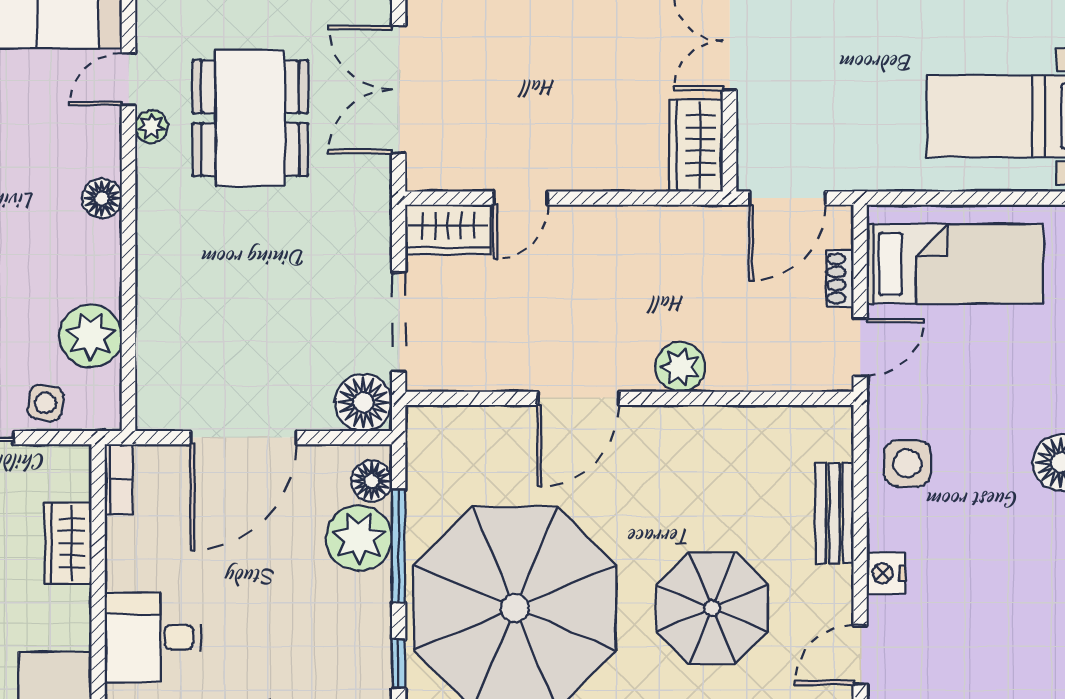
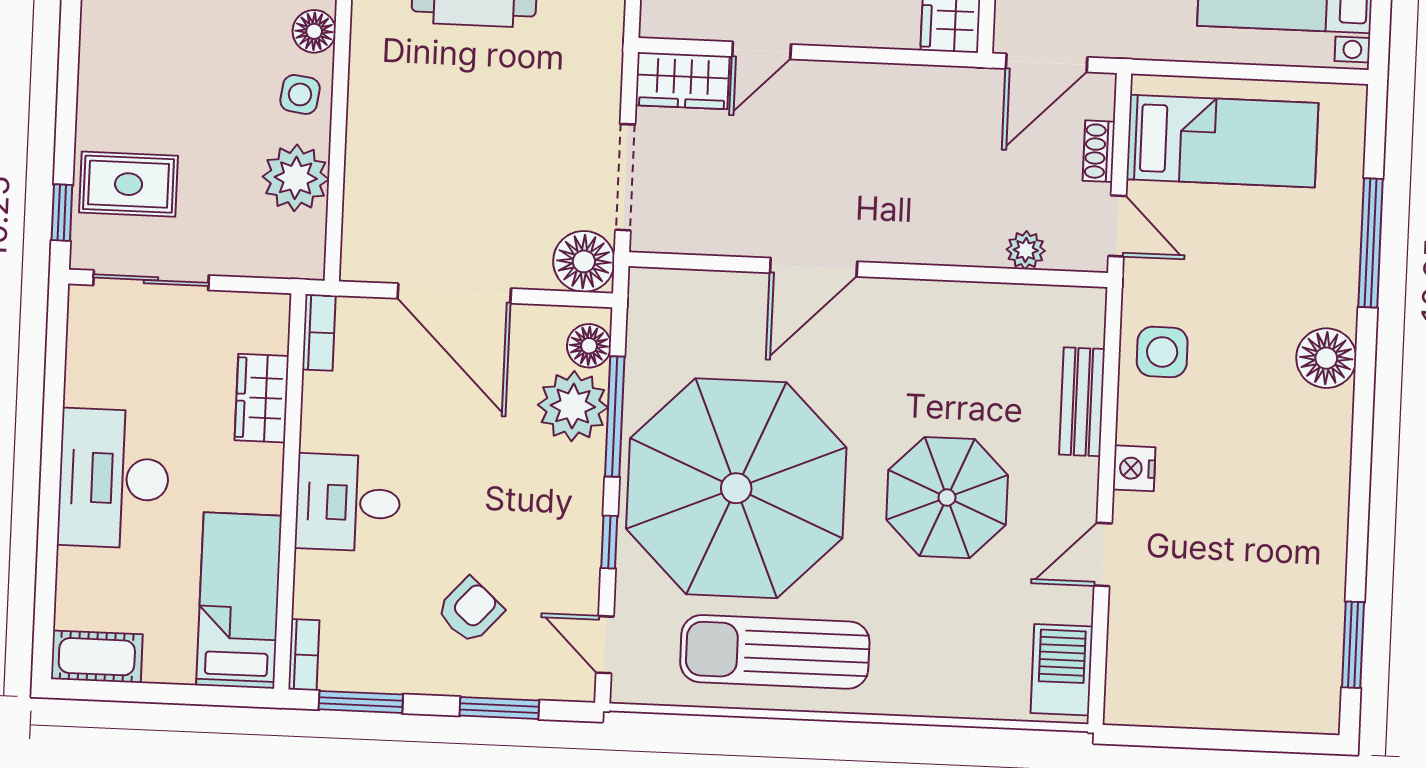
door: (860, 347) -> (1117, 226), hinge flipped
plant: (680, 367) -> (1026, 250), moved, width x0.73, depth x0.73
side table: (45, 403) -> (300, 94), moved
door: (244, 438) -> (454, 293), hinge flipped

